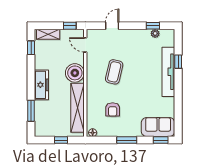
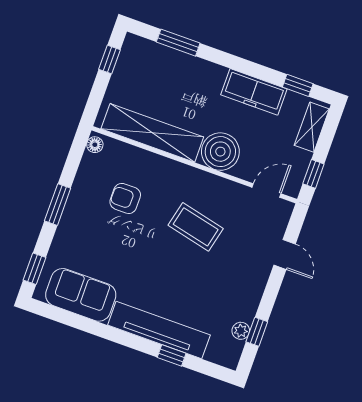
freezer: (41, 85) -> (254, 92), moved
sofa: (158, 127) -> (81, 295), moved, turned -90
window: (61, 140) -> (110, 59), moved

